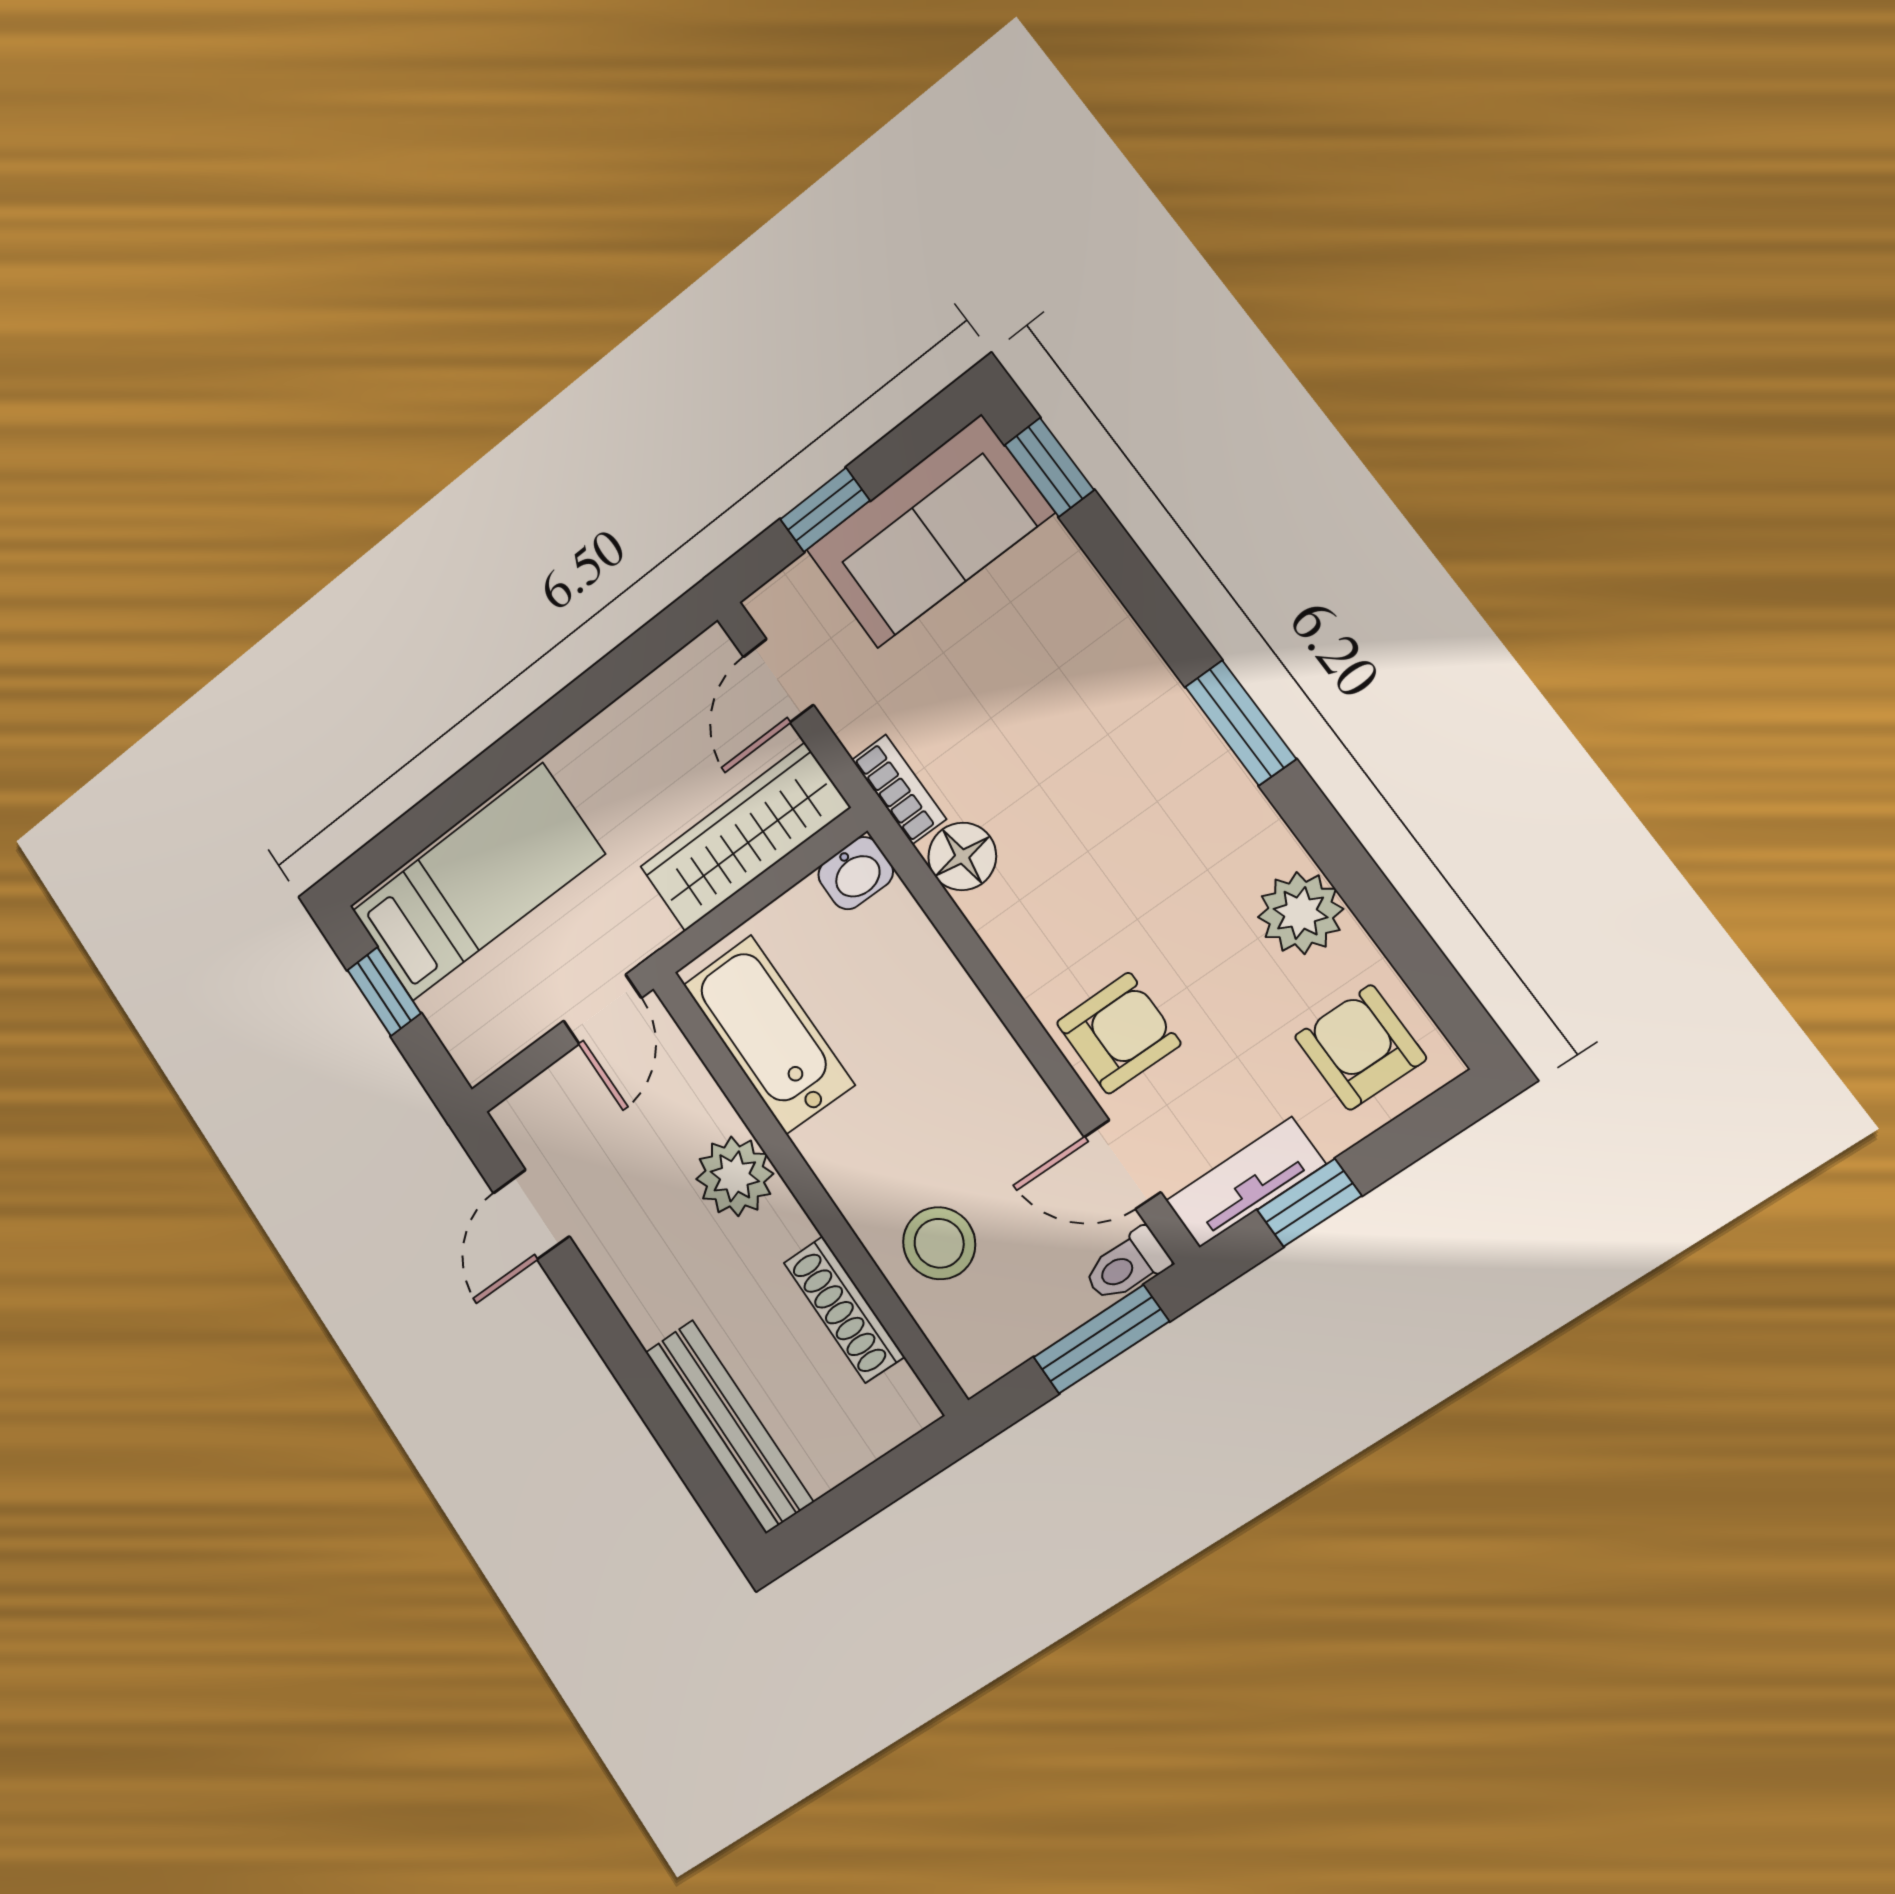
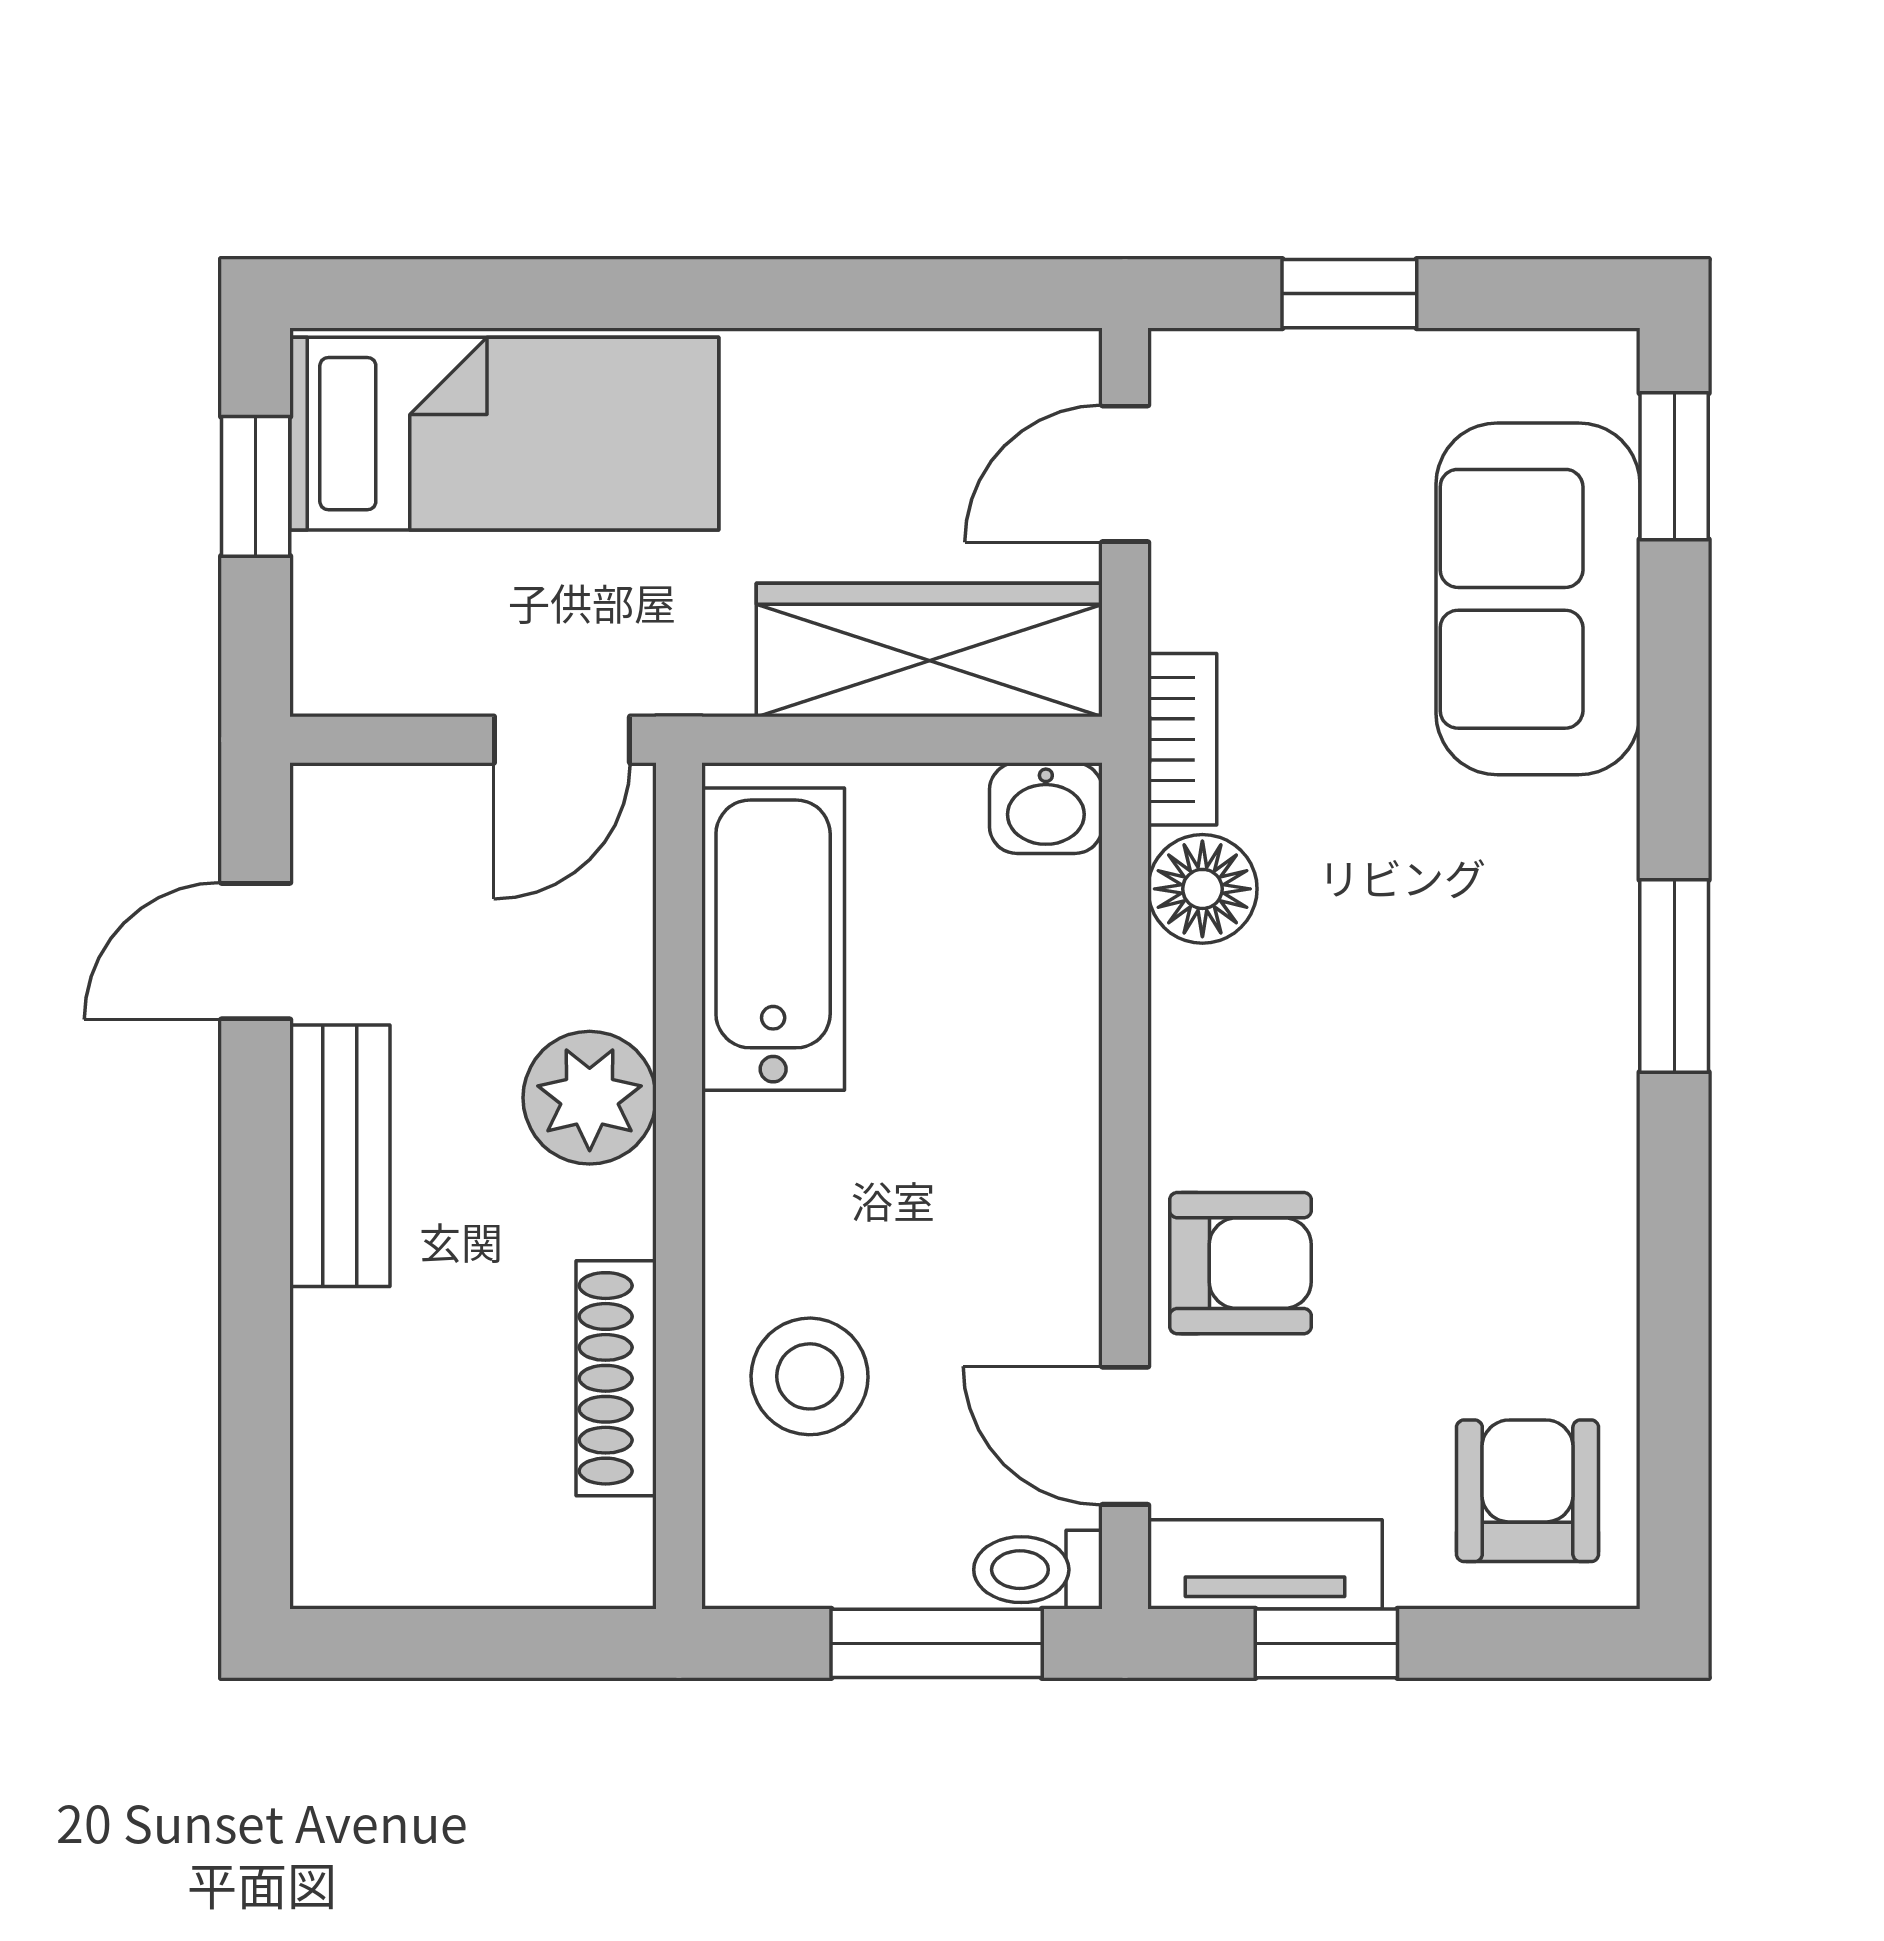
sofa: (929, 532) -> (1538, 599), moved, turned 90
plant: (1301, 913) -> (1576, 1270), removed
bench: (729, 1427) -> (340, 1156), moved, width x0.73

